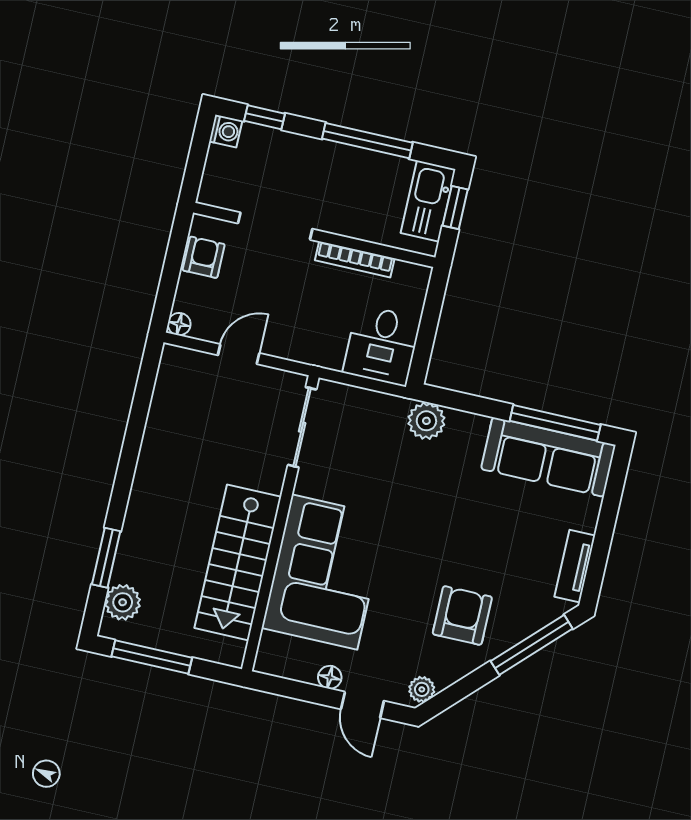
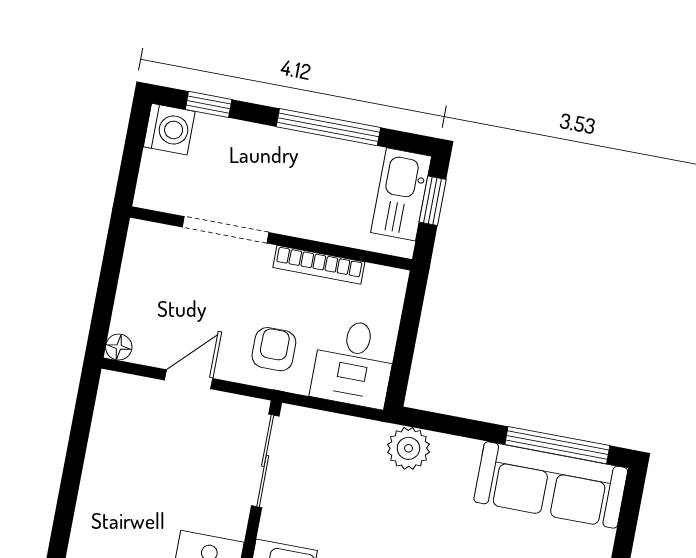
washing machine: (226, 131) -> (169, 129), width x1.38, depth x1.38
armchair: (204, 257) -> (274, 349), moved

